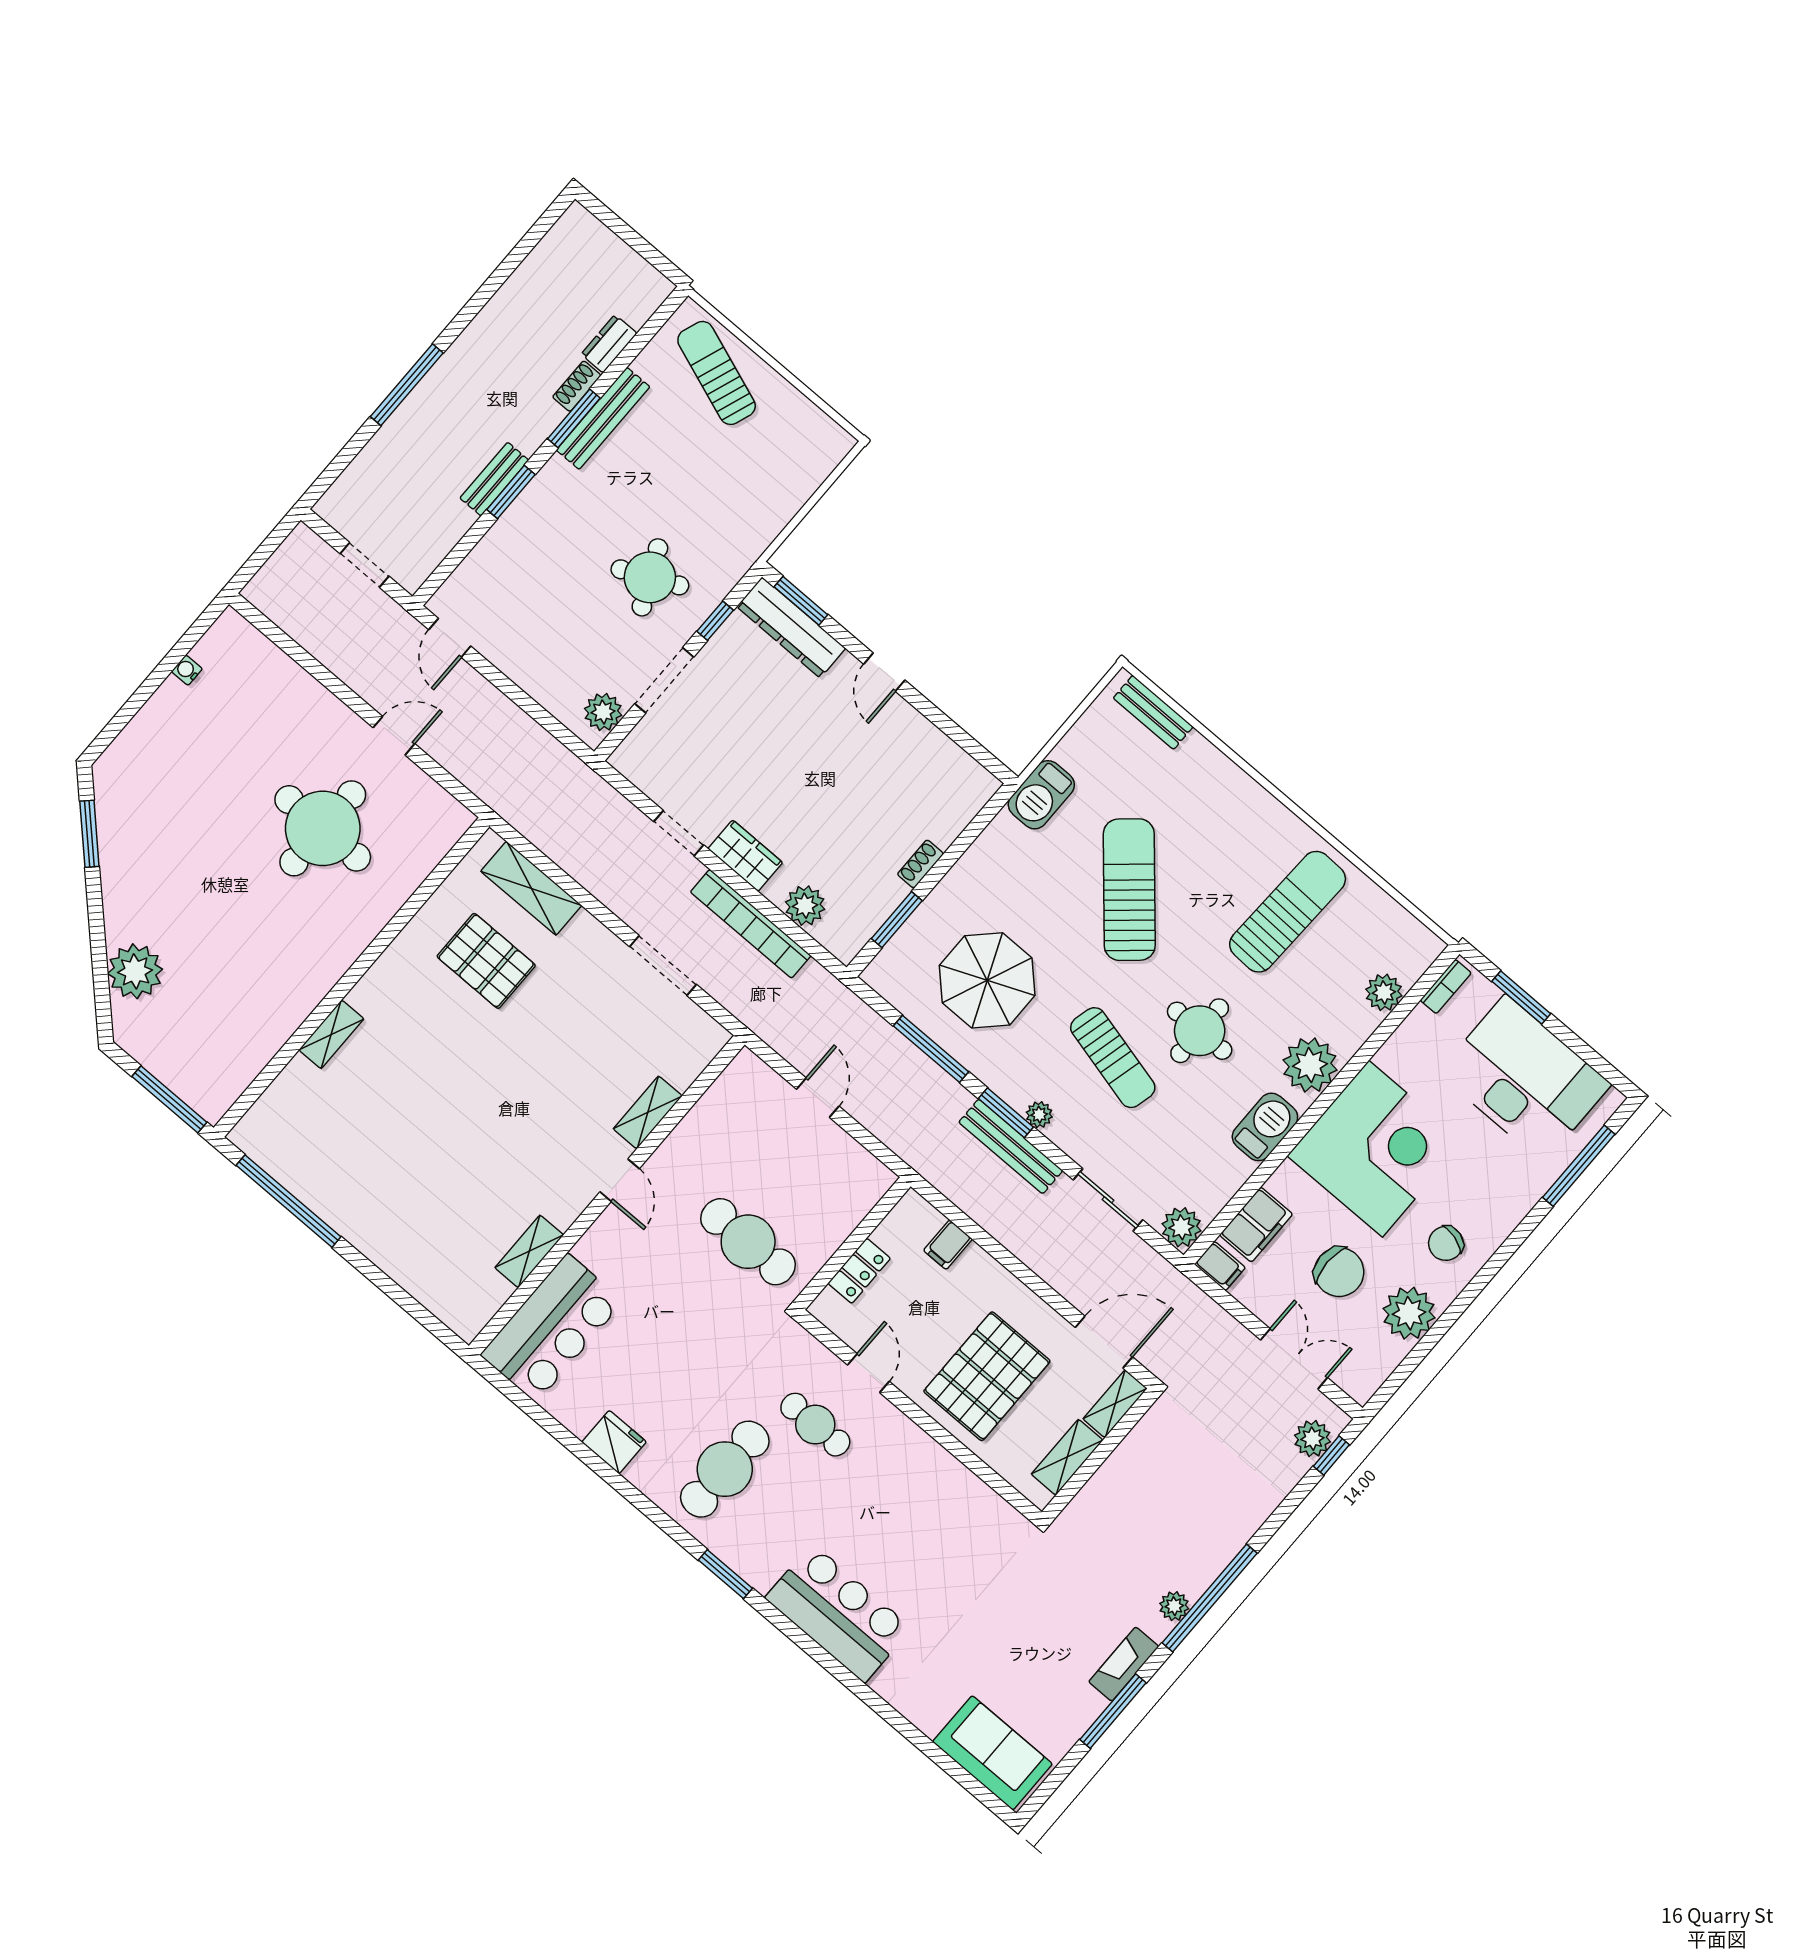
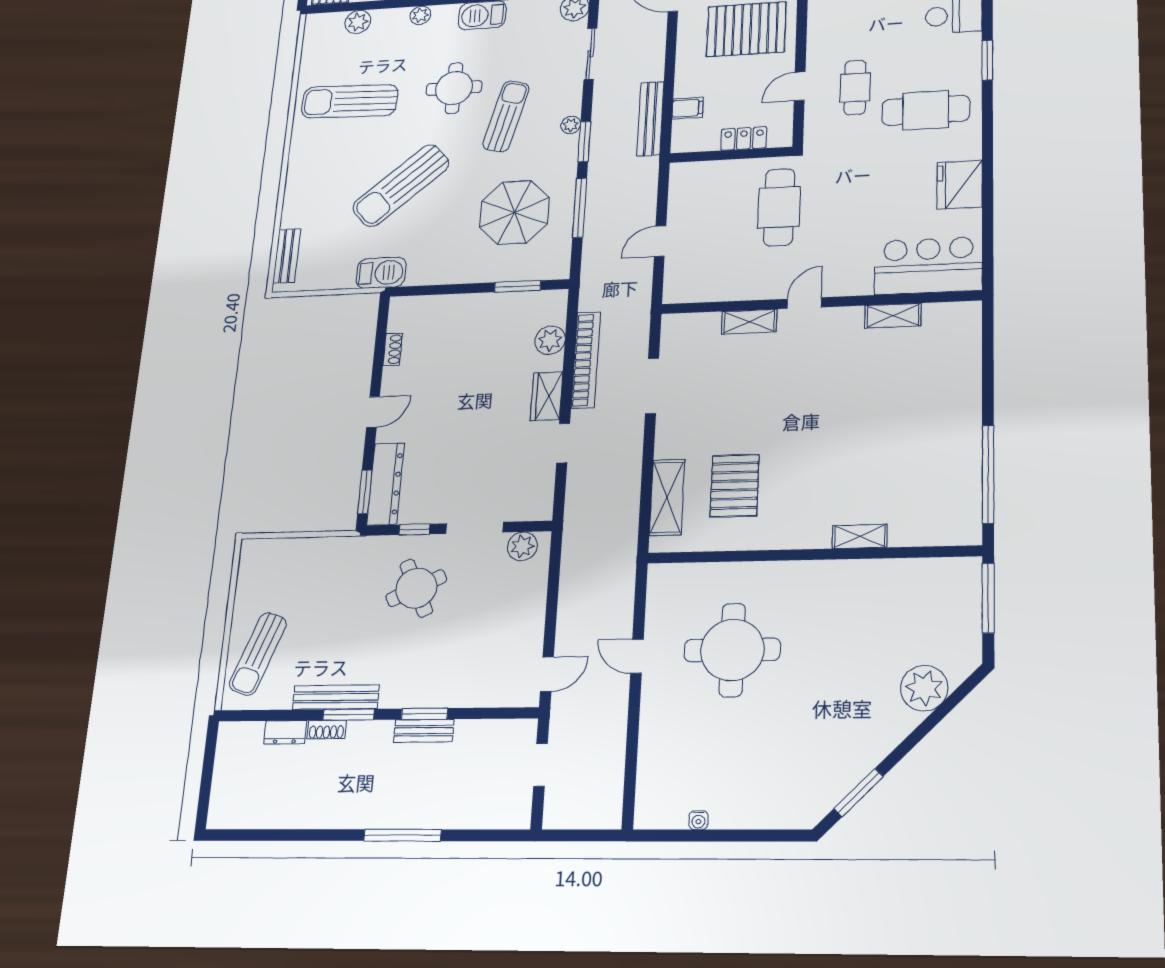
shoe rack: (920, 864) -> (393, 349), moved, turned -90
plant: (1310, 1065) -> (420, 15), width x0.53, depth x0.53
bench: (1011, 1146) -> (650, 119), moved
fridge: (614, 1442) -> (960, 185), width x1.36, depth x1.34

